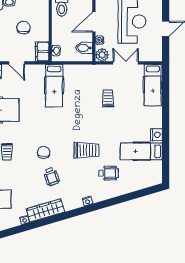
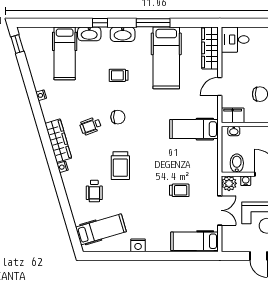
hospital bed: (141, 151) -> (101, 229), moved, turned 74
wardrobe: (46, 210) -> (58, 141), moved

